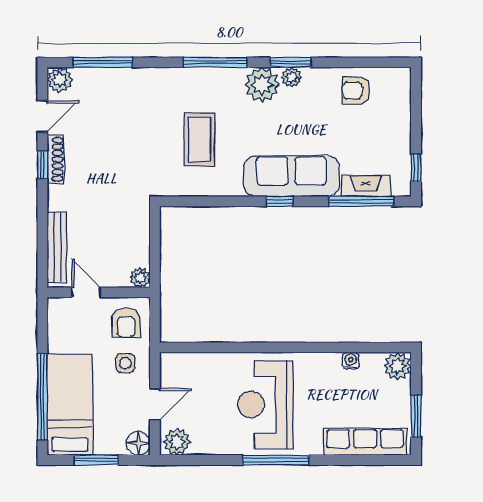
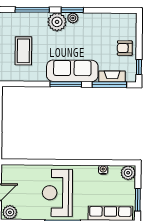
armchair: (356, 91) -> (125, 48), moved
window: (279, 201) -> (66, 84), width x2.17

